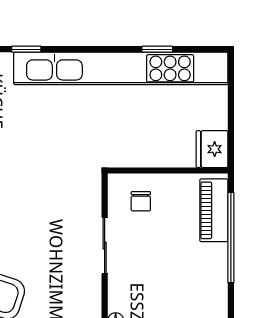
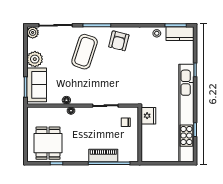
fridge: (212, 149) -> (148, 116), moved, turned 90
piano: (214, 210) -> (103, 156), moved

